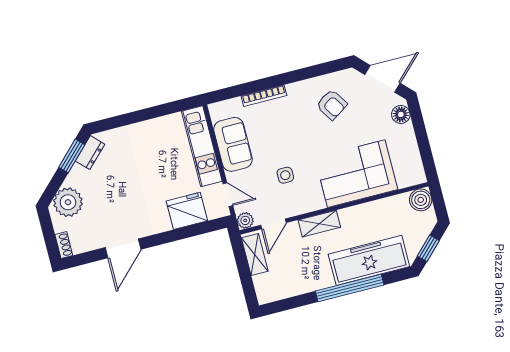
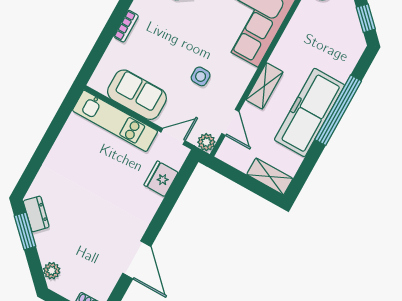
bookcase: (264, 96) -> (126, 26), width x0.64
plant: (68, 202) -> (52, 271), width x0.53, depth x0.53
fridge: (187, 211) -> (161, 179), width x0.73, depth x0.75
shelving: (255, 255) -> (270, 176), moved
freezer: (369, 260) -> (309, 112), moved

